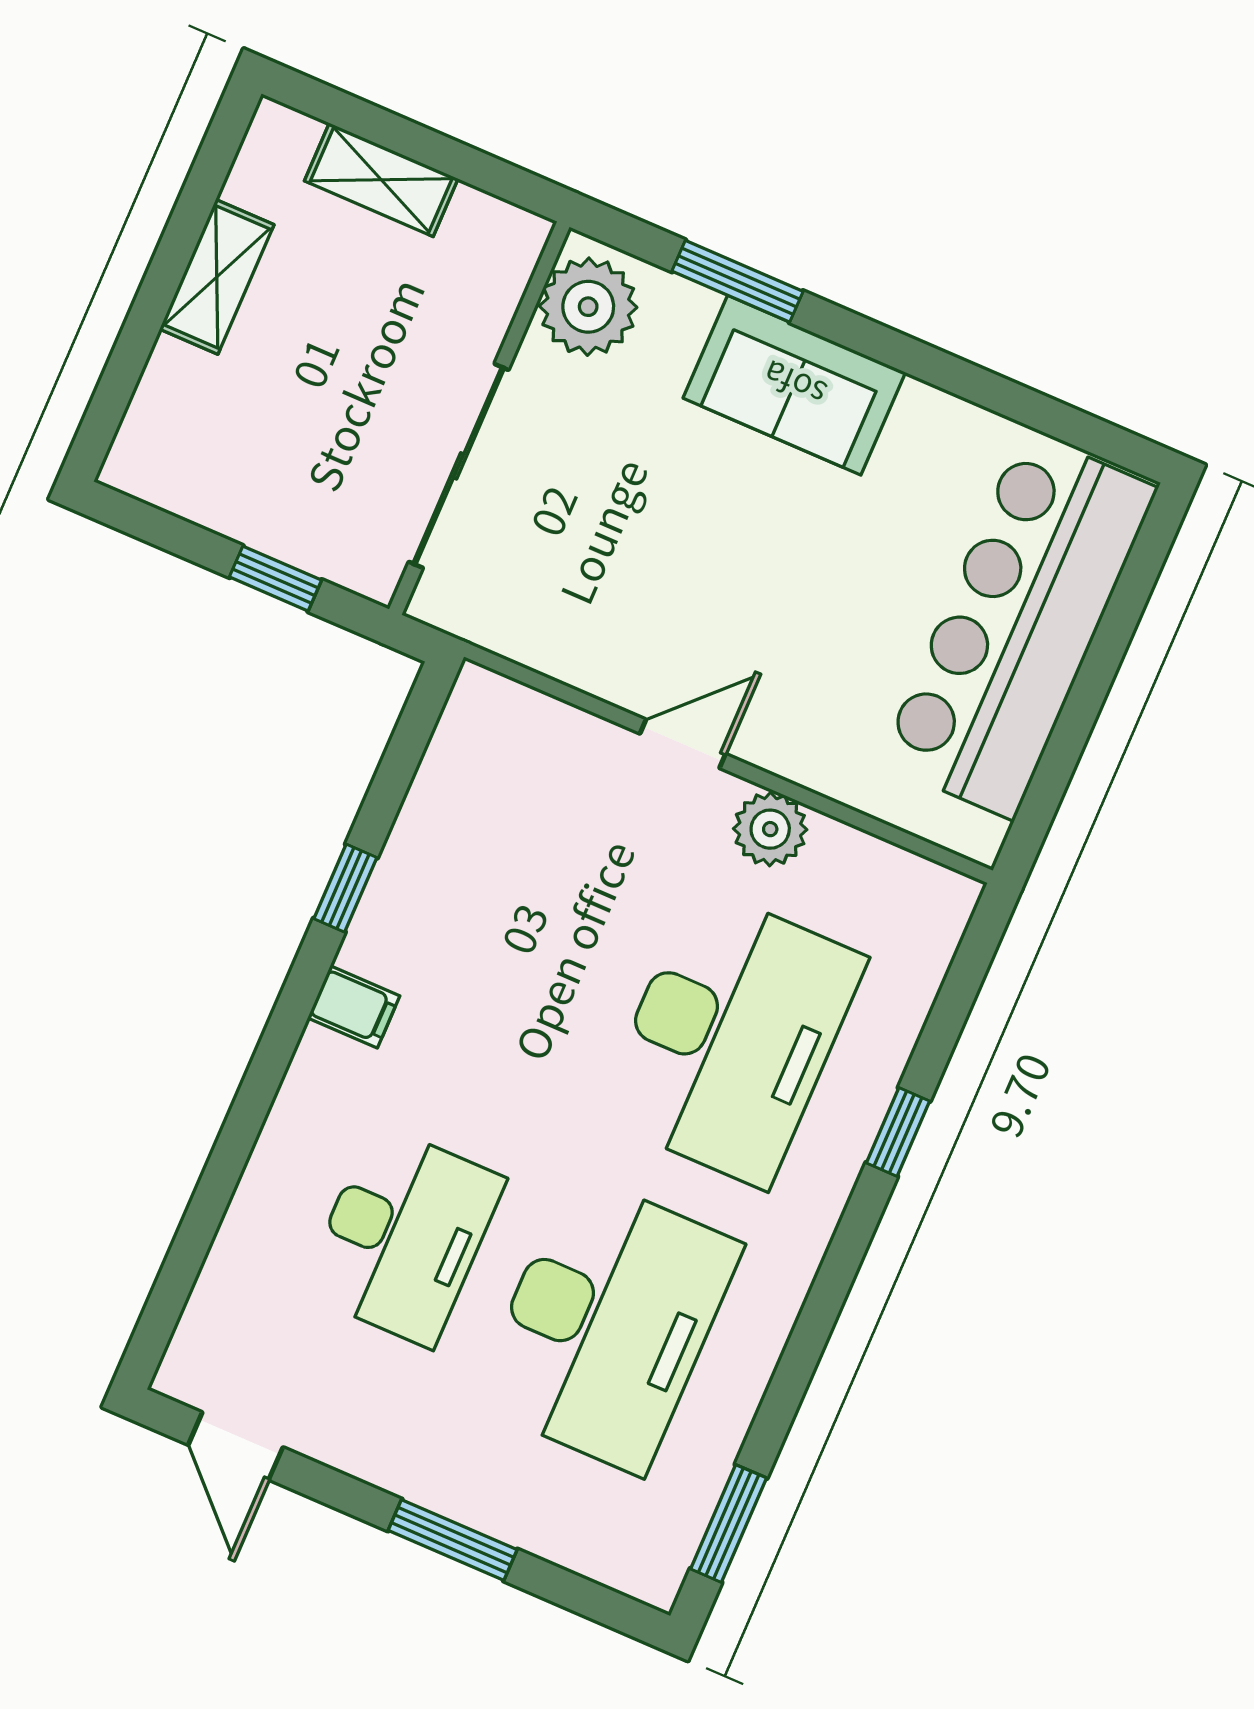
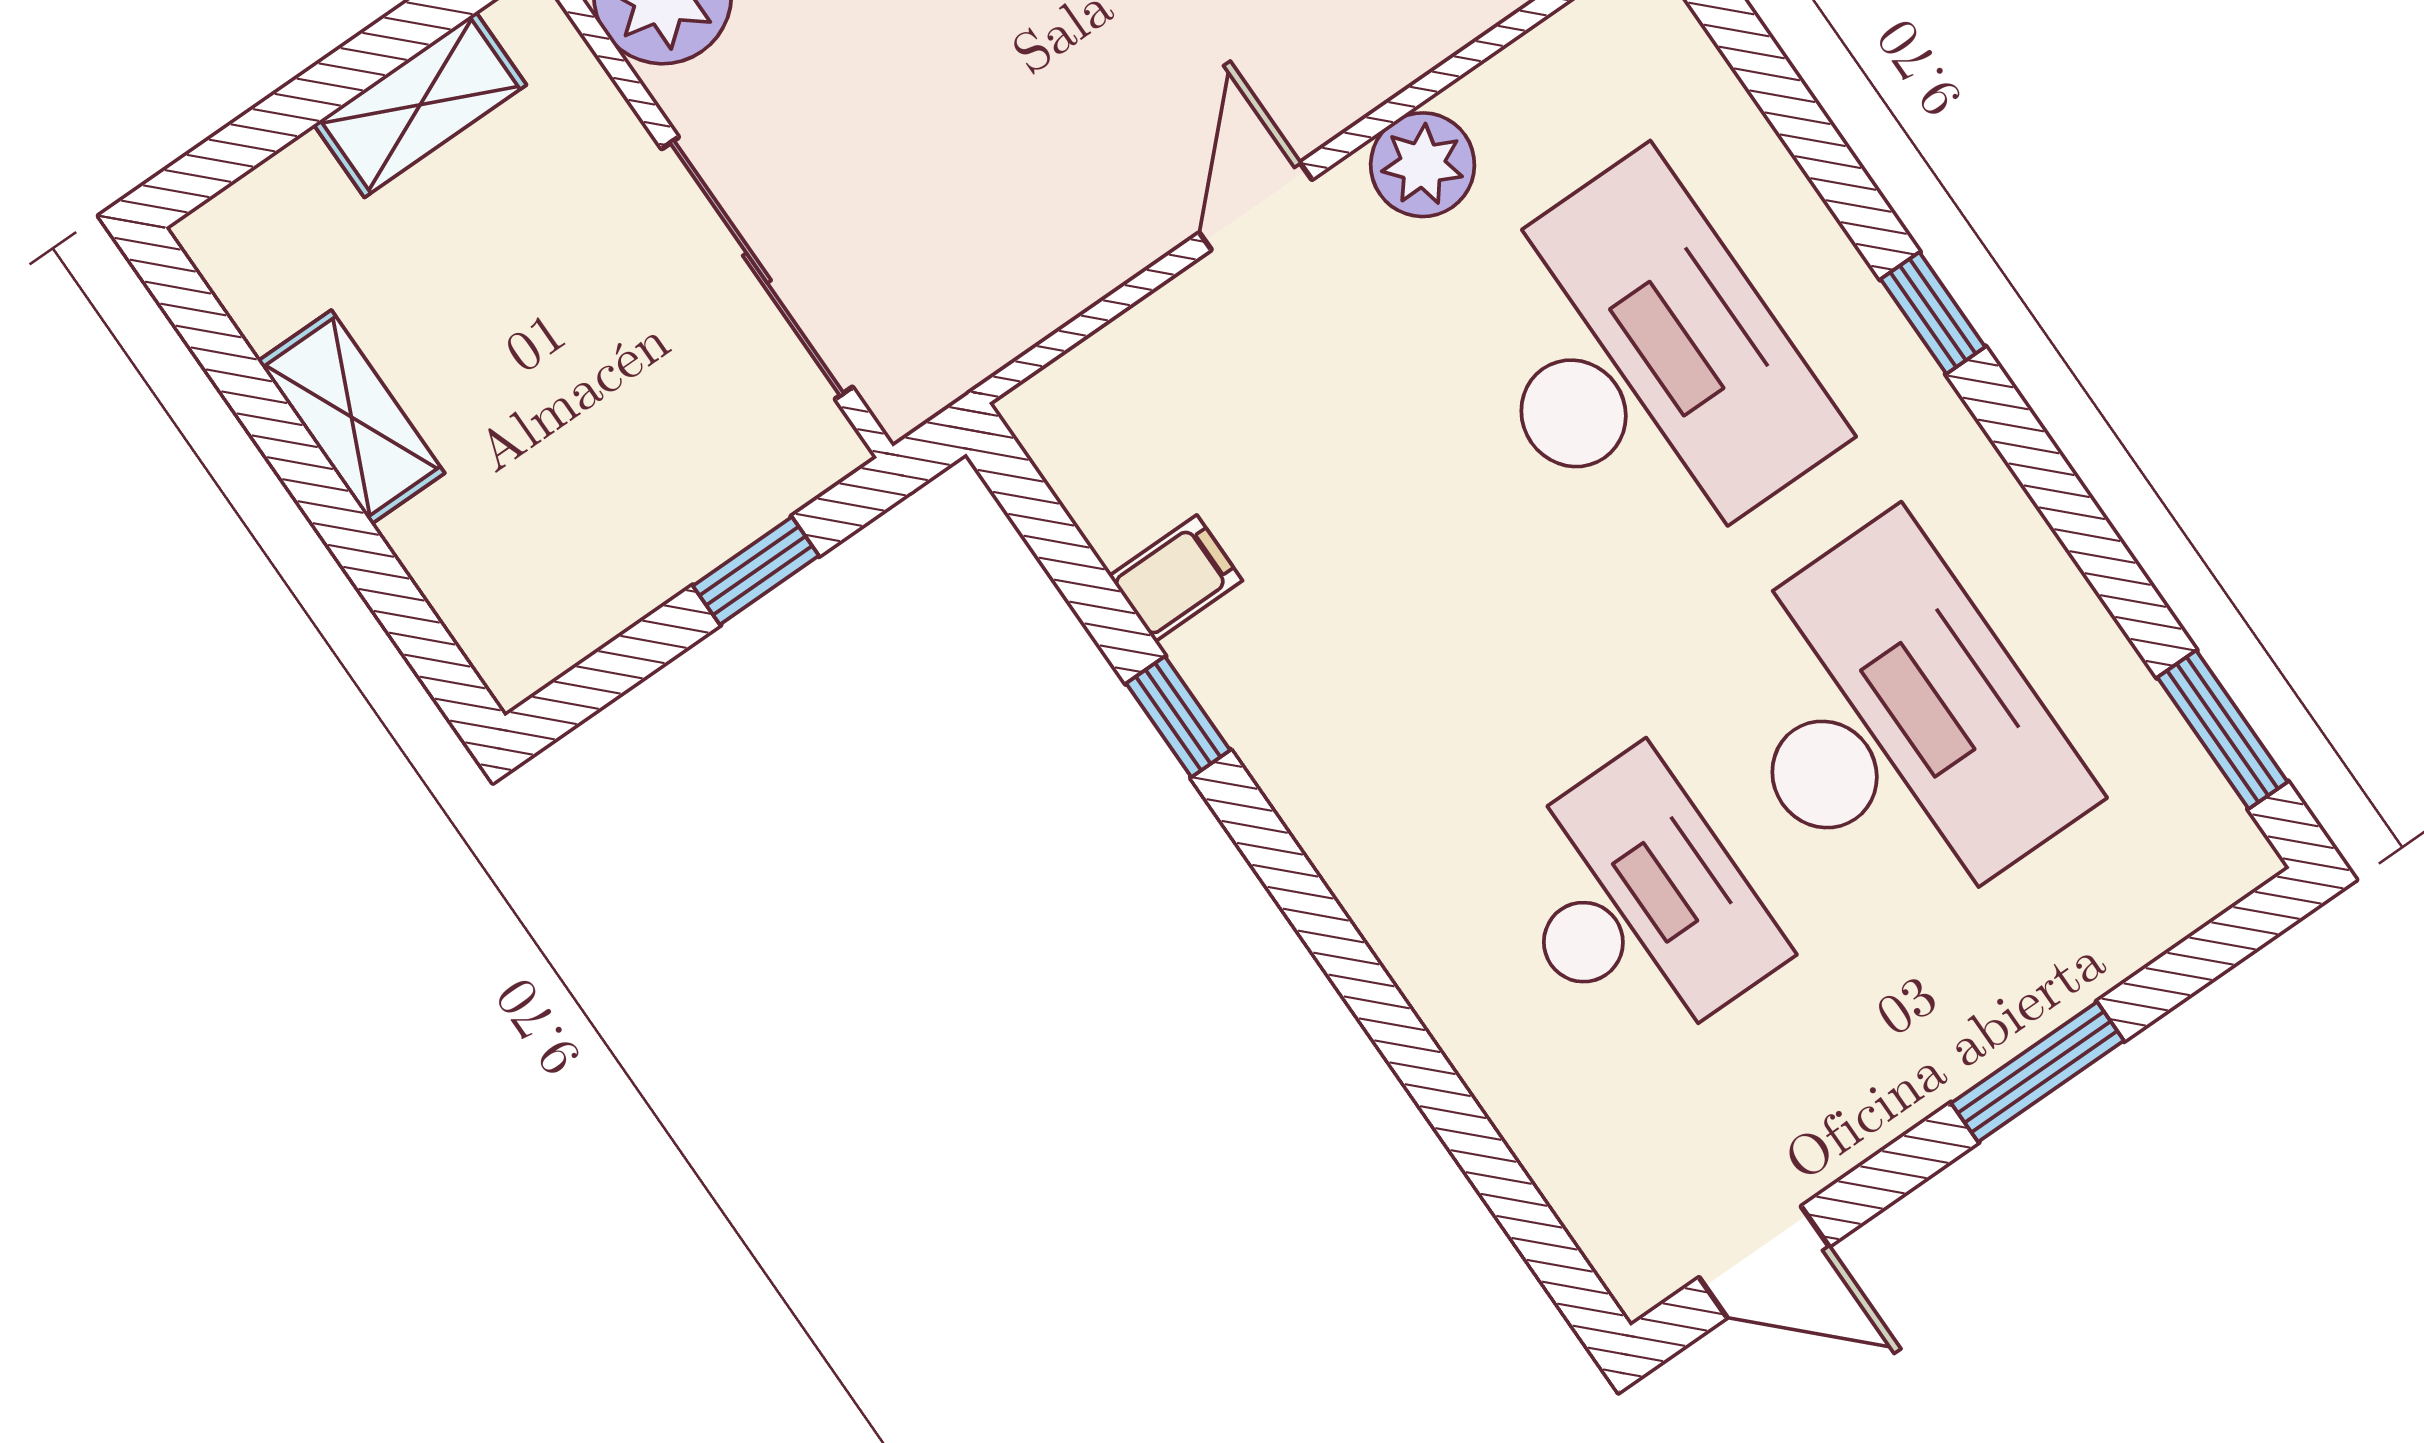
shelving: (381, 180) -> (420, 105), moved
filing cabinet: (354, 1007) -> (1176, 578), moved
window: (898, 1132) -> (1933, 313), moved

